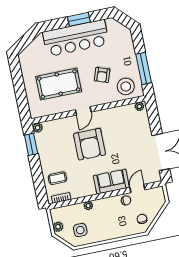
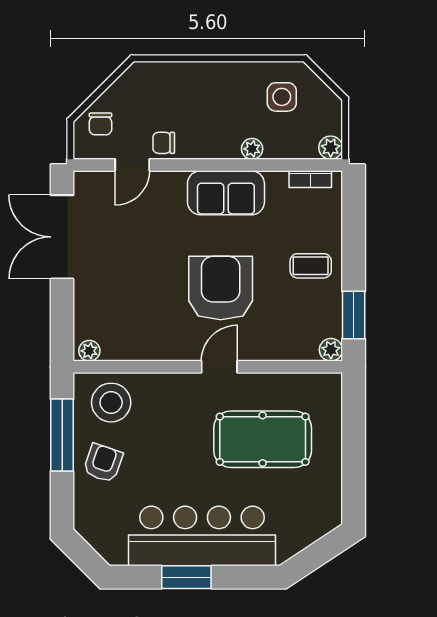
armchair: (102, 75) -> (103, 463), moved
coffee table: (57, 178) -> (311, 266), moved
sofa: (111, 182) -> (226, 193), moved
chair: (142, 219) -> (100, 124), moved
plant: (58, 227) -> (331, 148), moved

